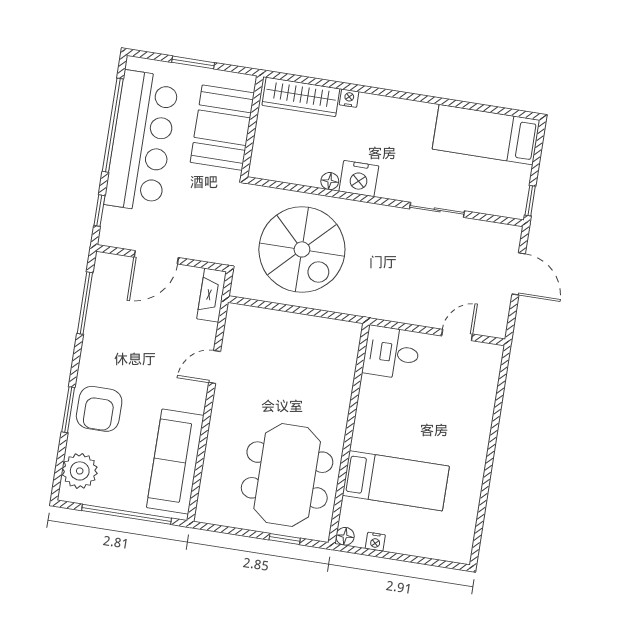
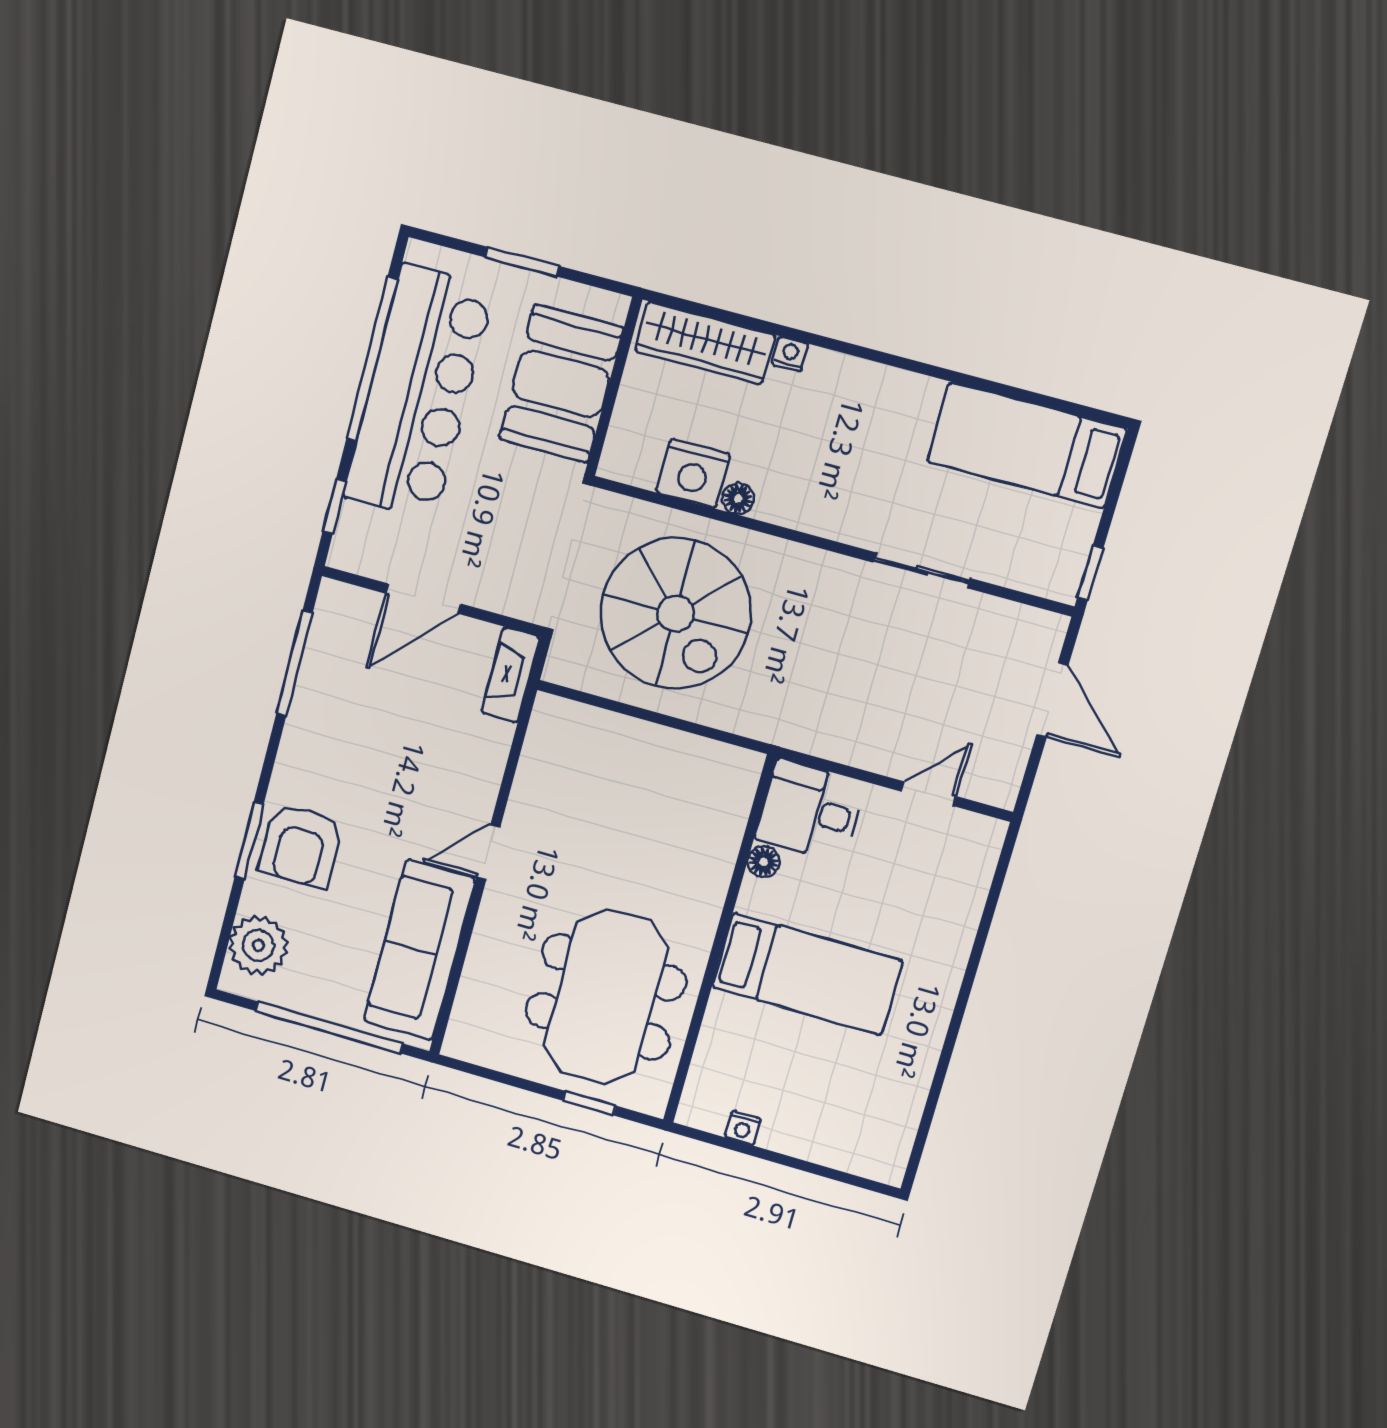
nightstand: (359, 179) -> (693, 473), moved
door: (215, 367) -> (488, 852), moved
bed: (396, 481) -> (807, 974), moved
floor lamp: (345, 536) -> (764, 862), moved

